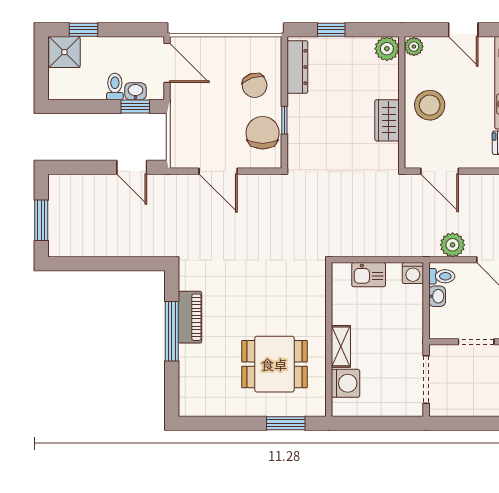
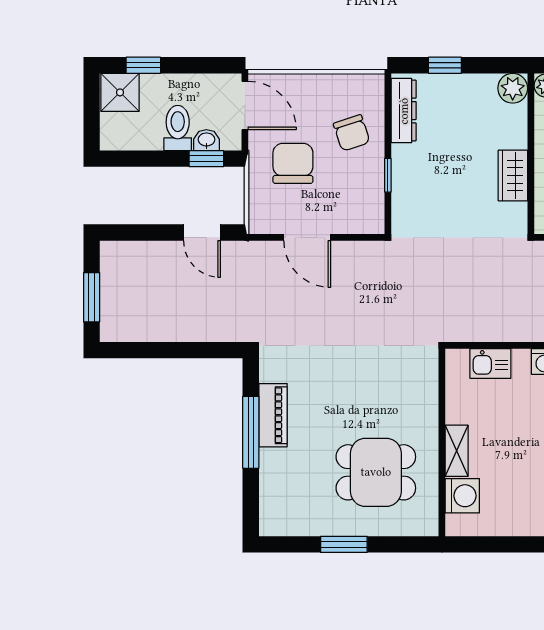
toilet: (115, 86) -> (178, 128), width x1.37, depth x1.39
chair: (263, 133) -> (293, 163), moved
window: (286, 423) -> (344, 544), moved

